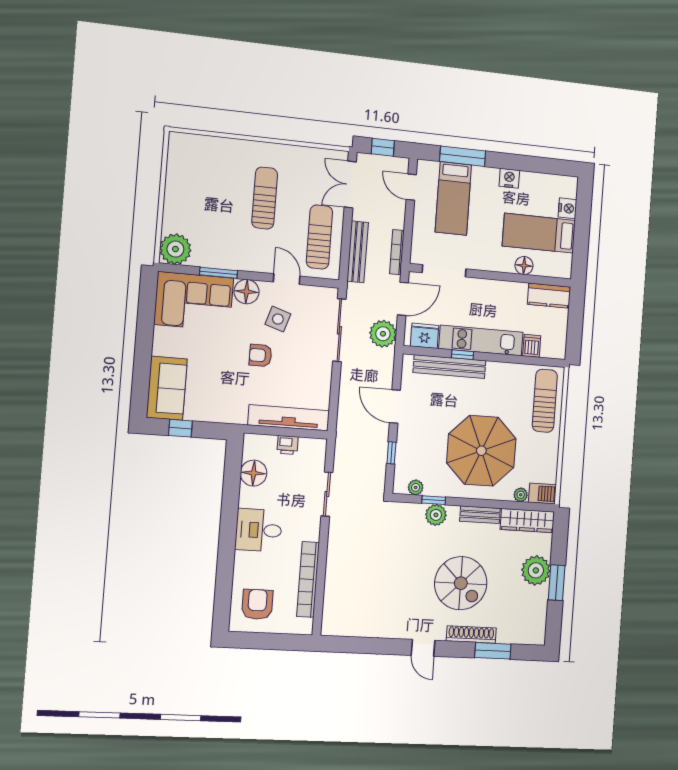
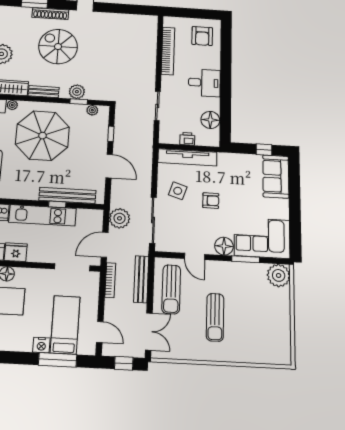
nightstand: (509, 178) -> (41, 345), moved
side table: (278, 319) -> (178, 191), moved
fridge: (425, 336) -> (16, 252), moved, turned 180

